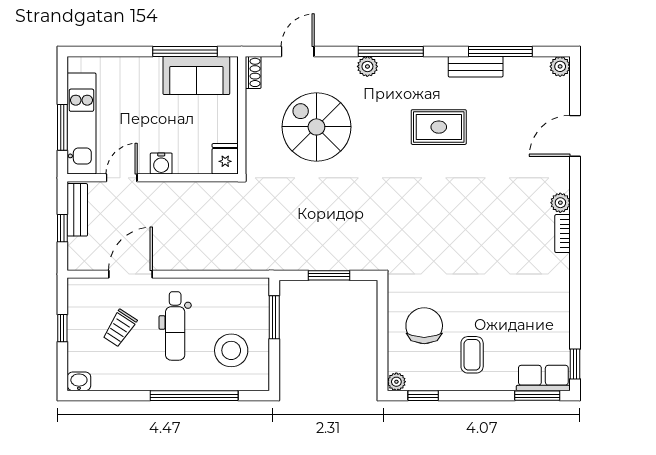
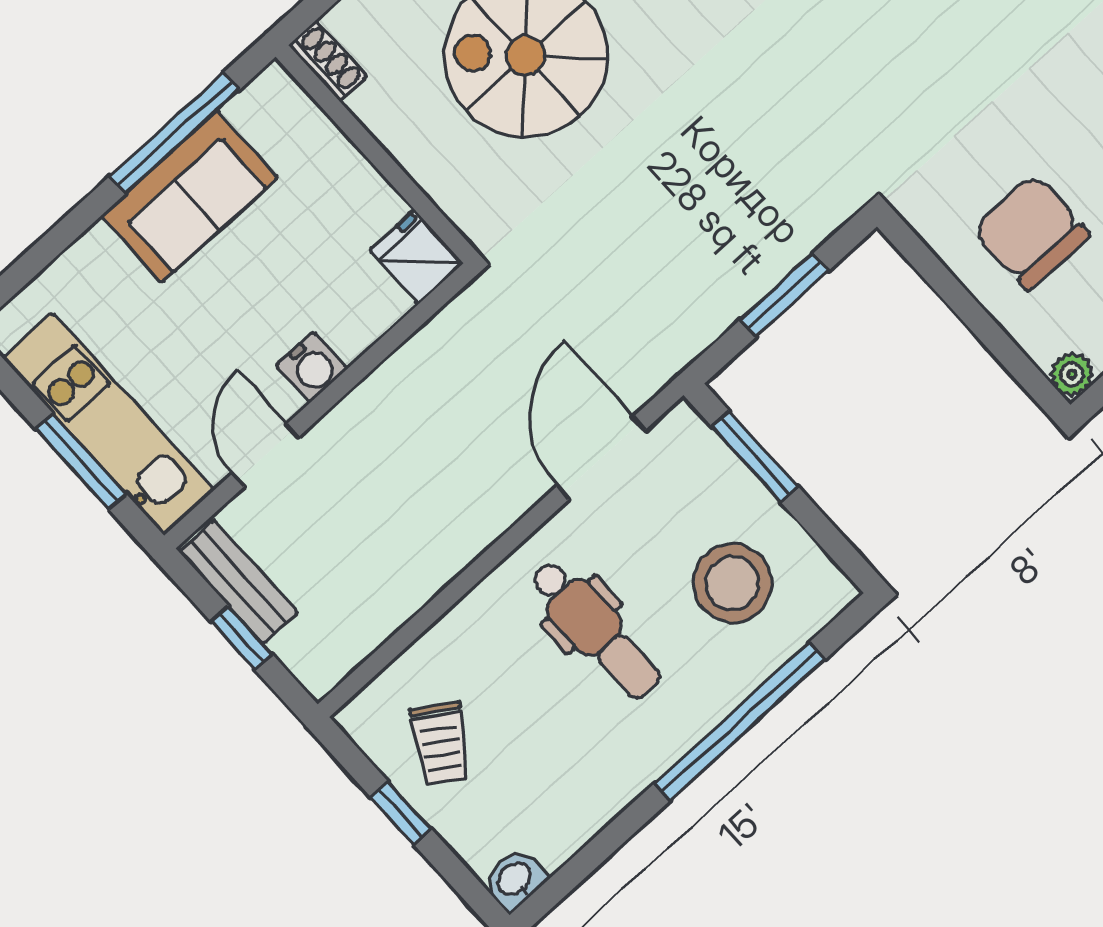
sofa: (196, 75) -> (189, 197), moved
door: (130, 274) -> (601, 458), moved
trolley: (120, 328) -> (441, 743), moved

